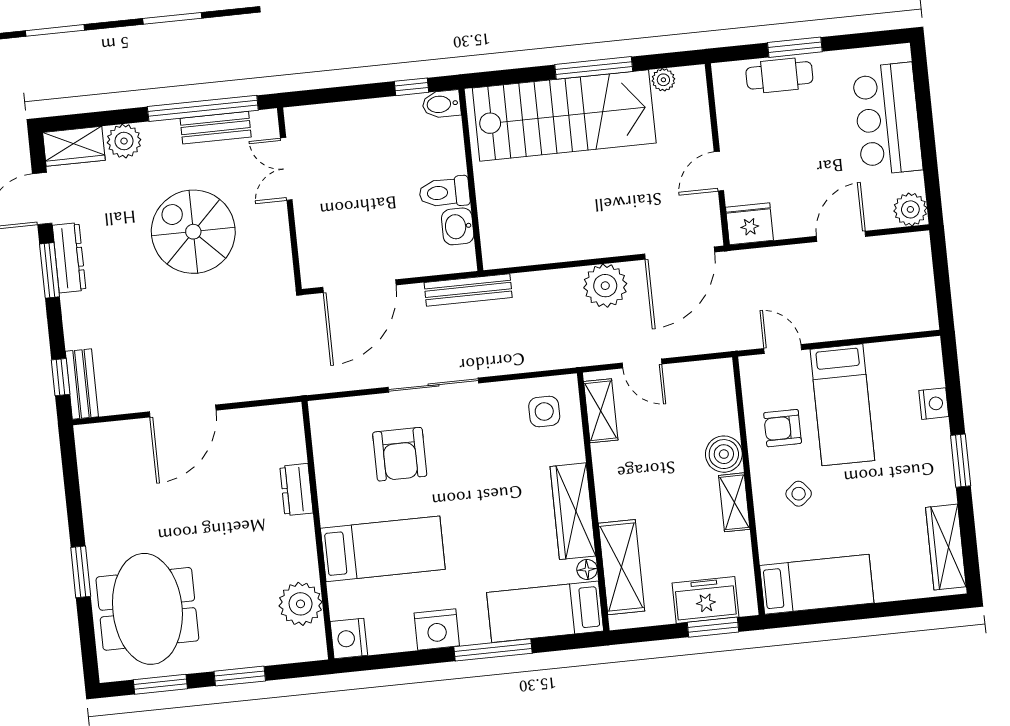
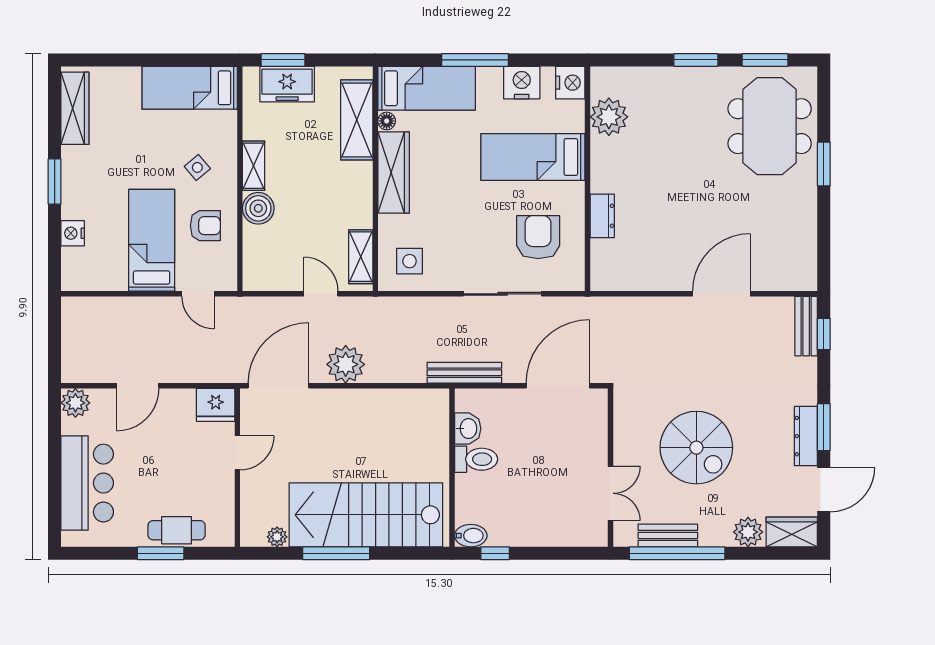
dresser: (296, 490) -> (602, 216), moved
wall: (318, 530) -> (587, 179), moved
bed: (383, 549) -> (533, 157), moved
plant: (301, 604) -> (609, 117), moved
nightstand: (349, 638) -> (570, 83), moved

